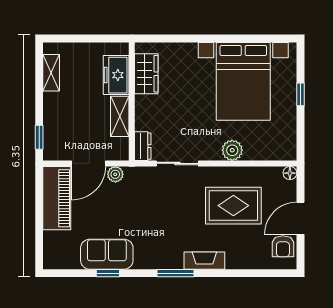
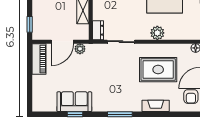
piano: (57, 198) -> (39, 59), width x0.73, depth x0.75
fireplace: (204, 261) -> (156, 106), moved

